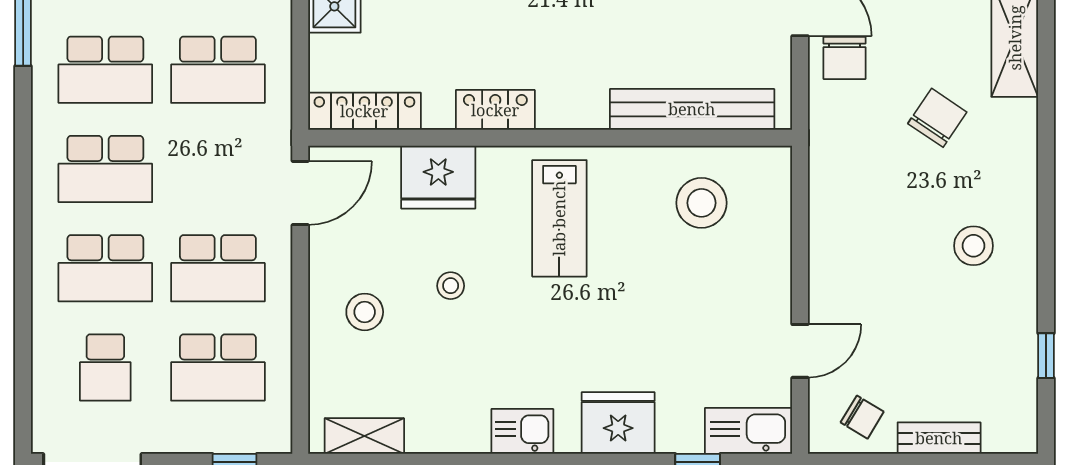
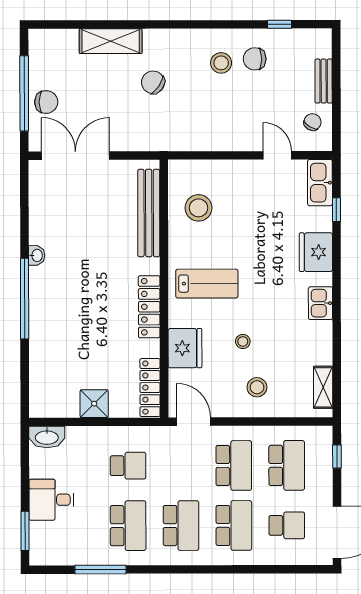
chair: (844, 58) -> (255, 59), moved, turned 180
school desk: (218, 70) -> (128, 466), width x0.54
locker: (495, 110) -> (149, 307), width x1.53

